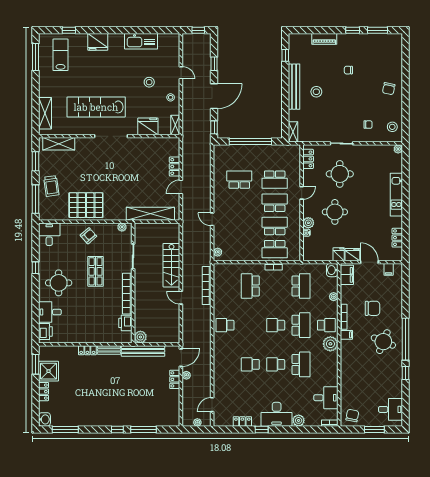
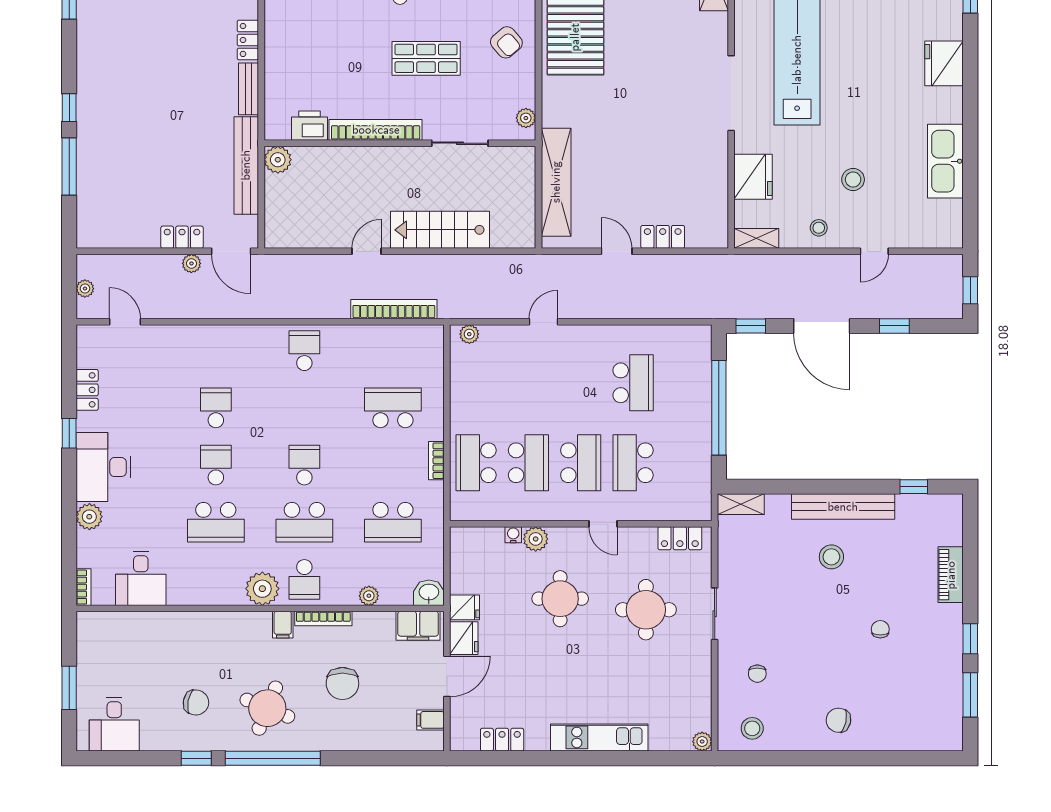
chair: (352, 416) -> (196, 702), moved

